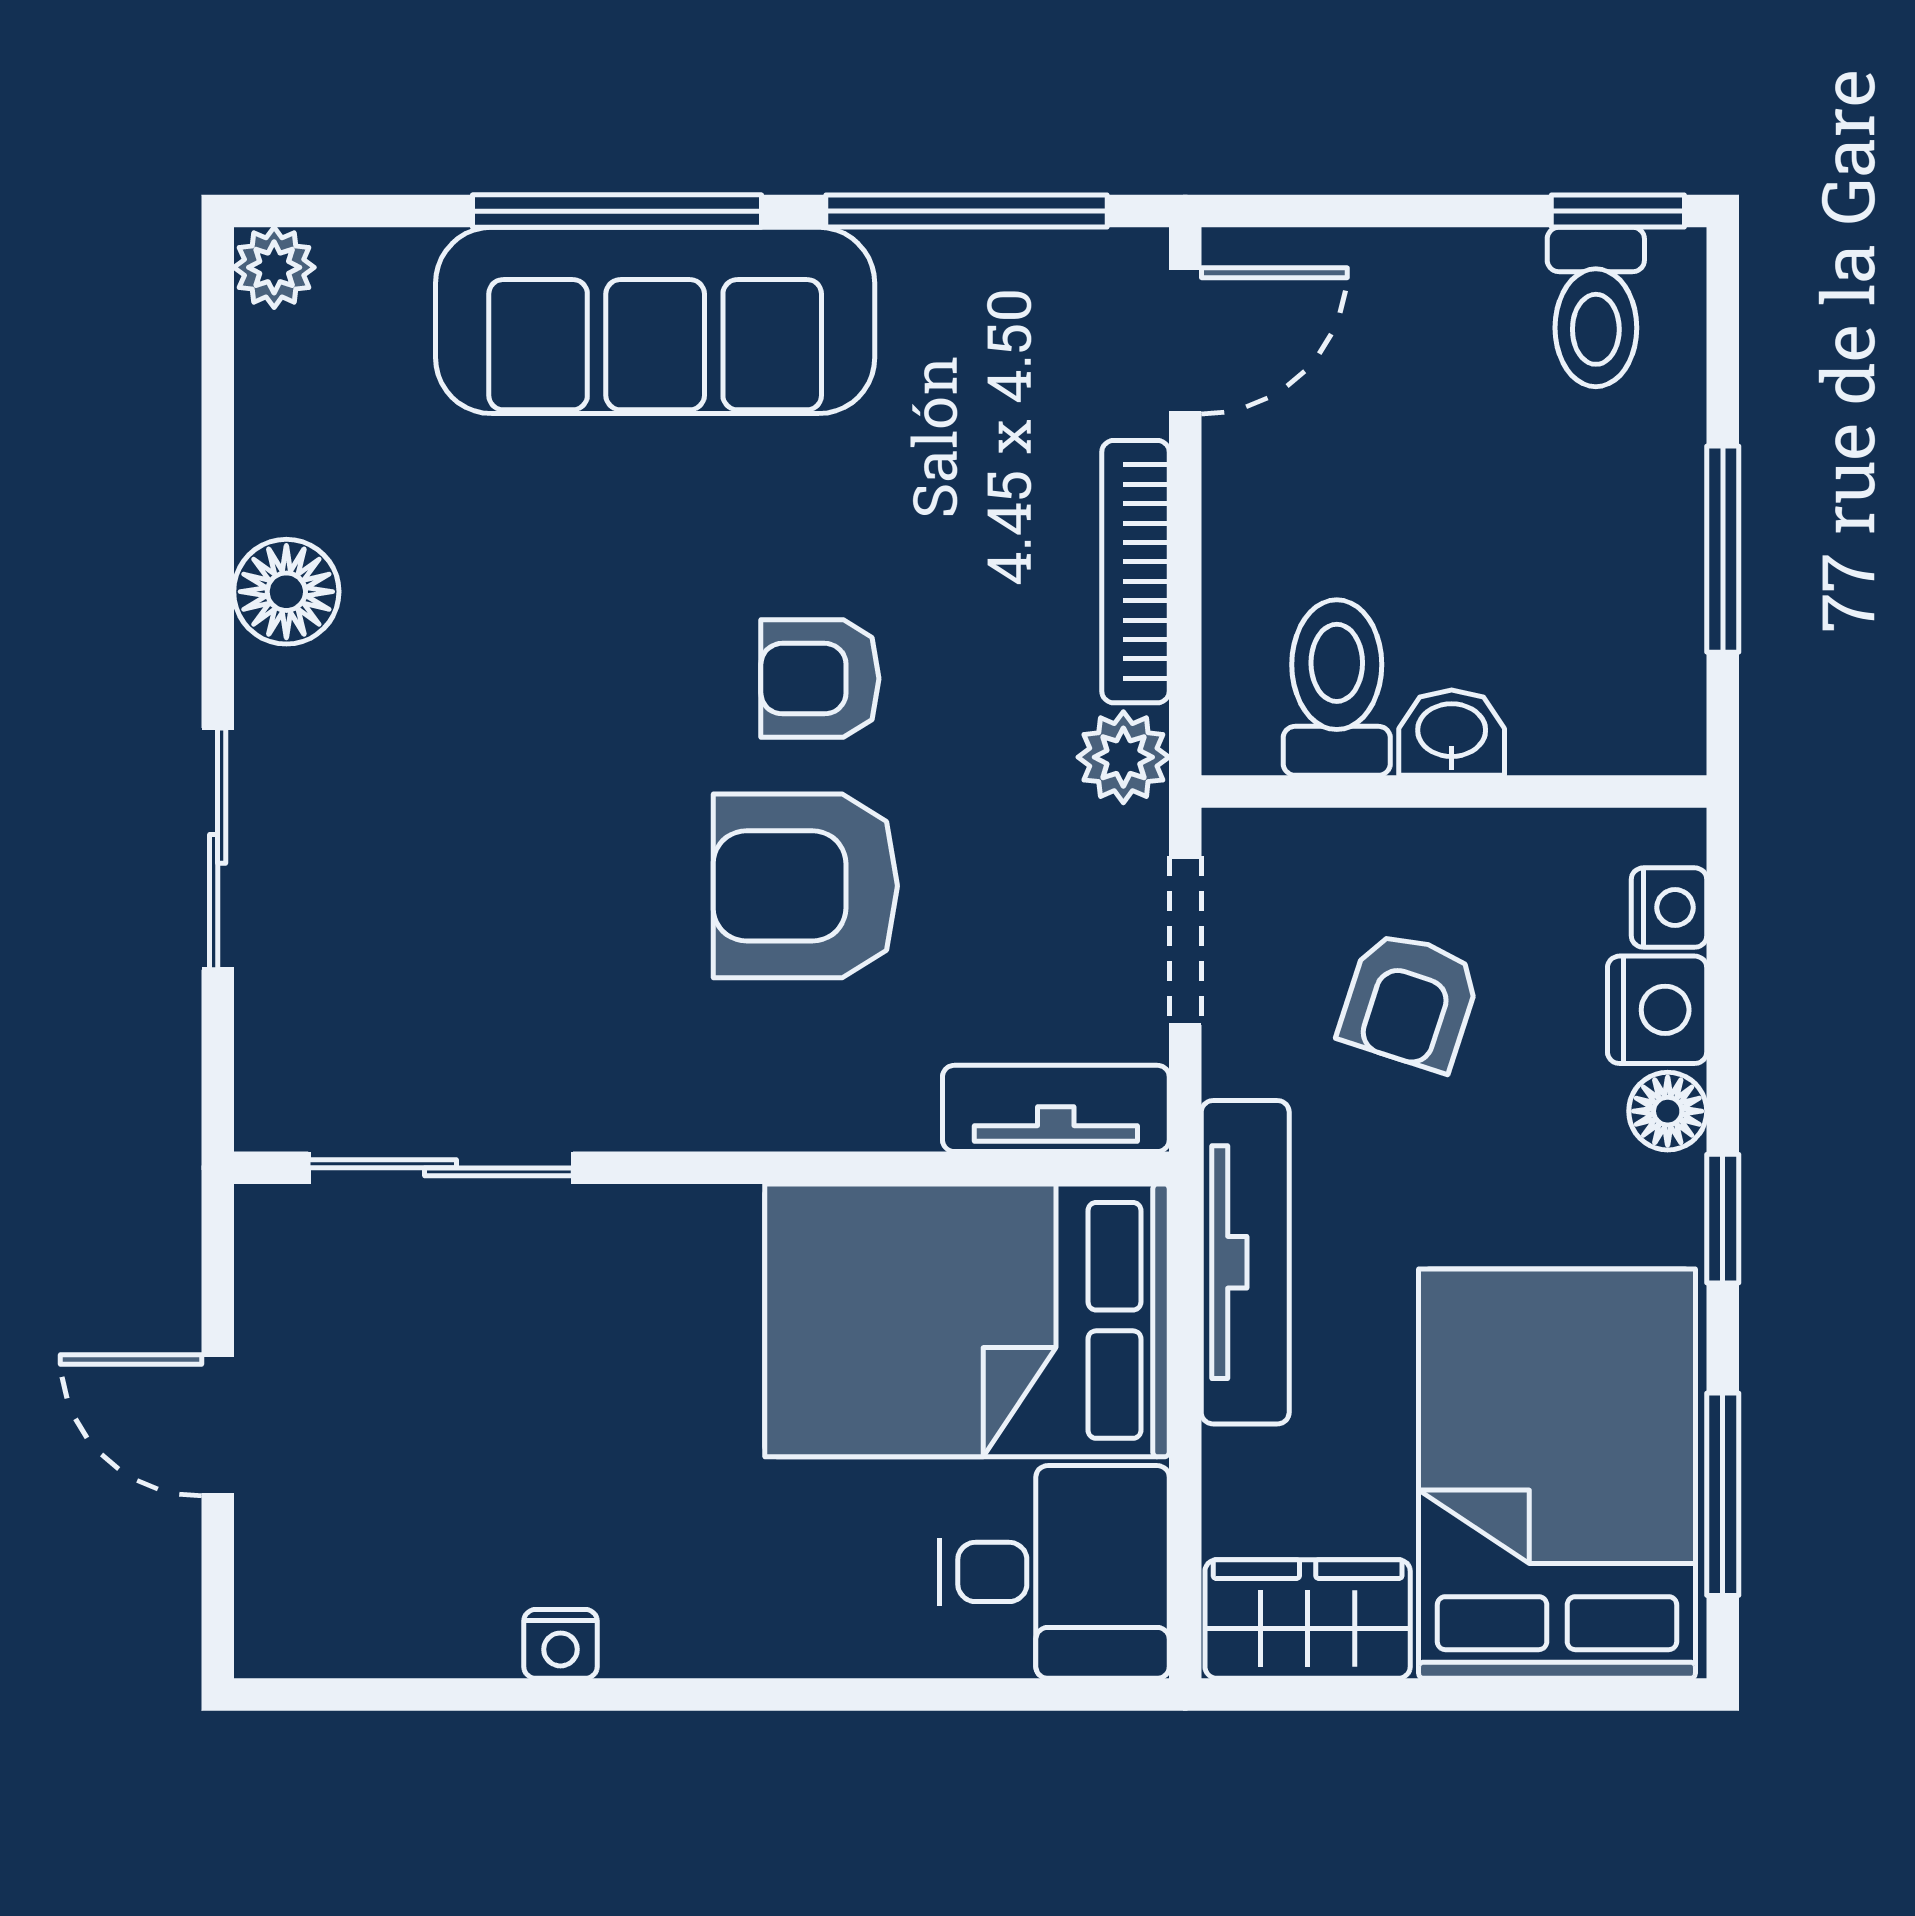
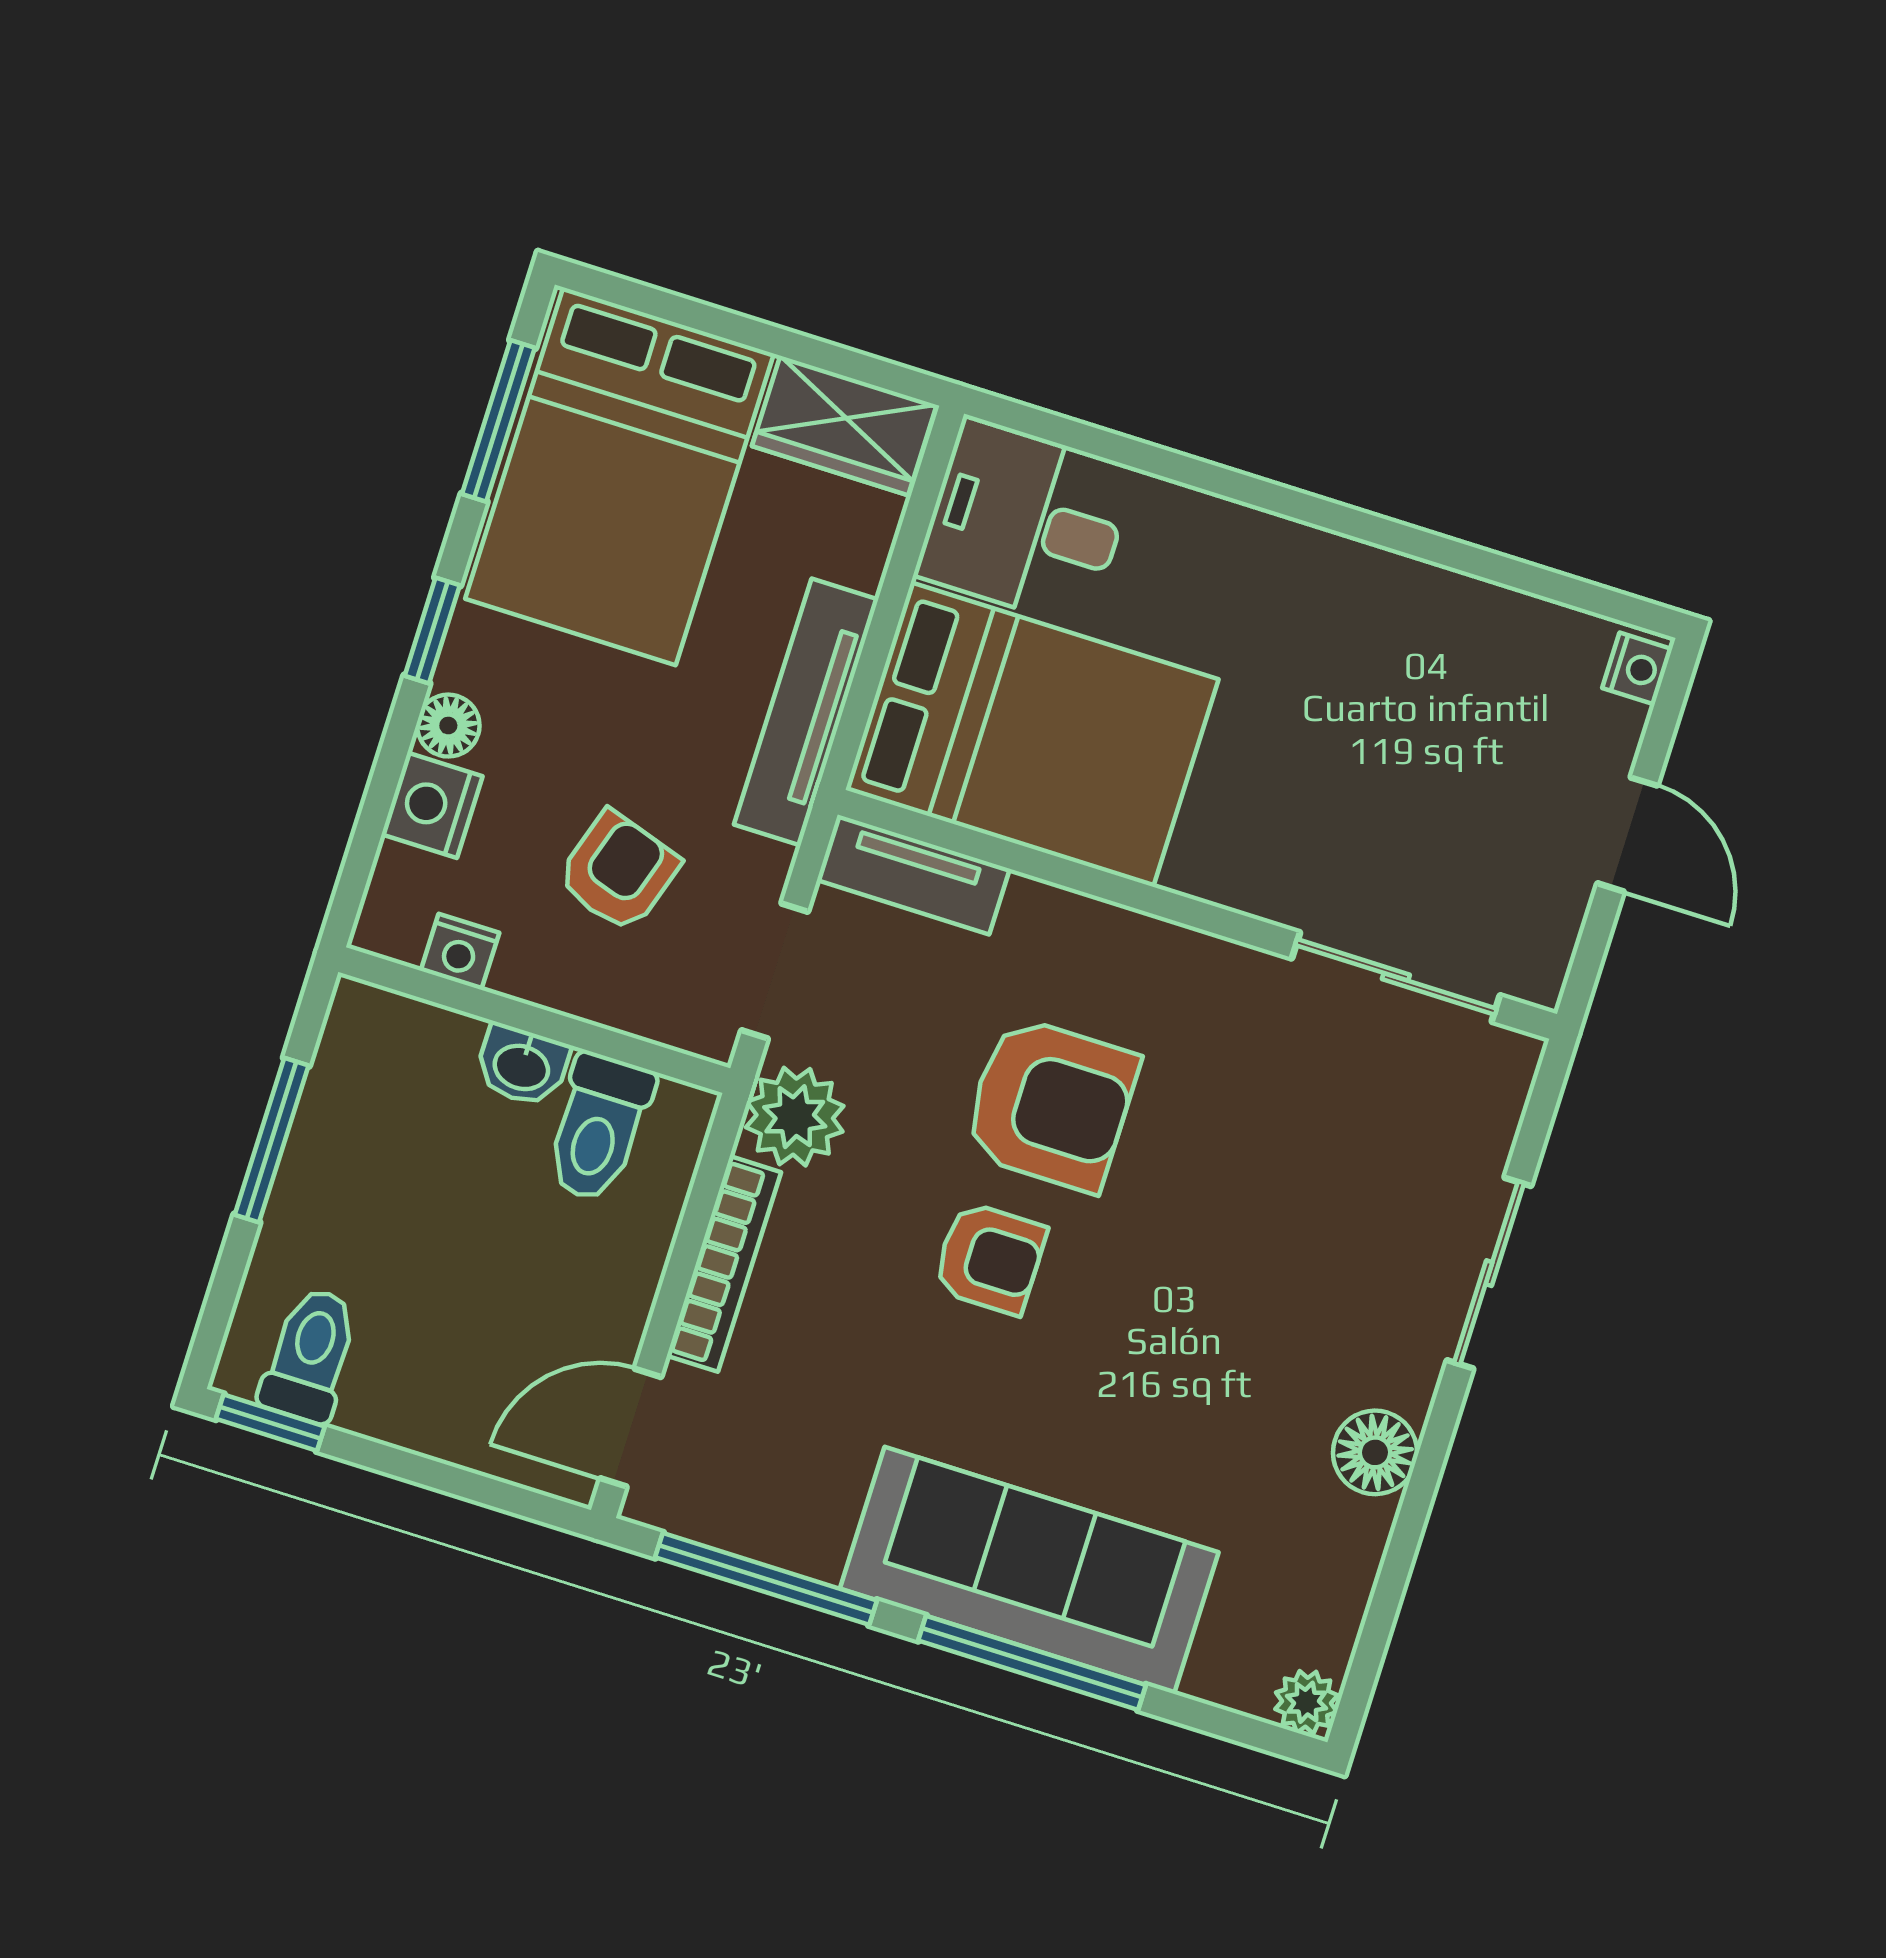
plant: (1123, 757) -> (795, 1117), width x1.38, depth x1.38
nightstand: (1669, 908) -> (460, 952), moved, turned -90
nightstand: (561, 1644) -> (1637, 669), moved, turned 90

